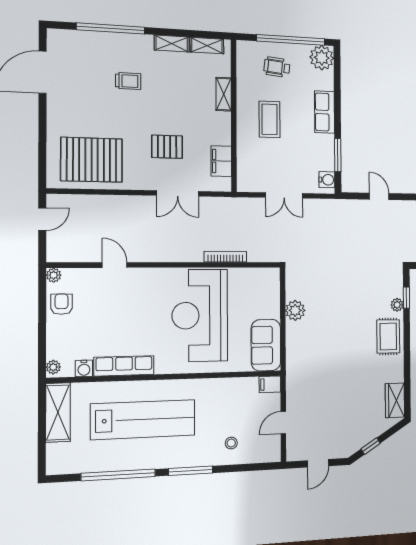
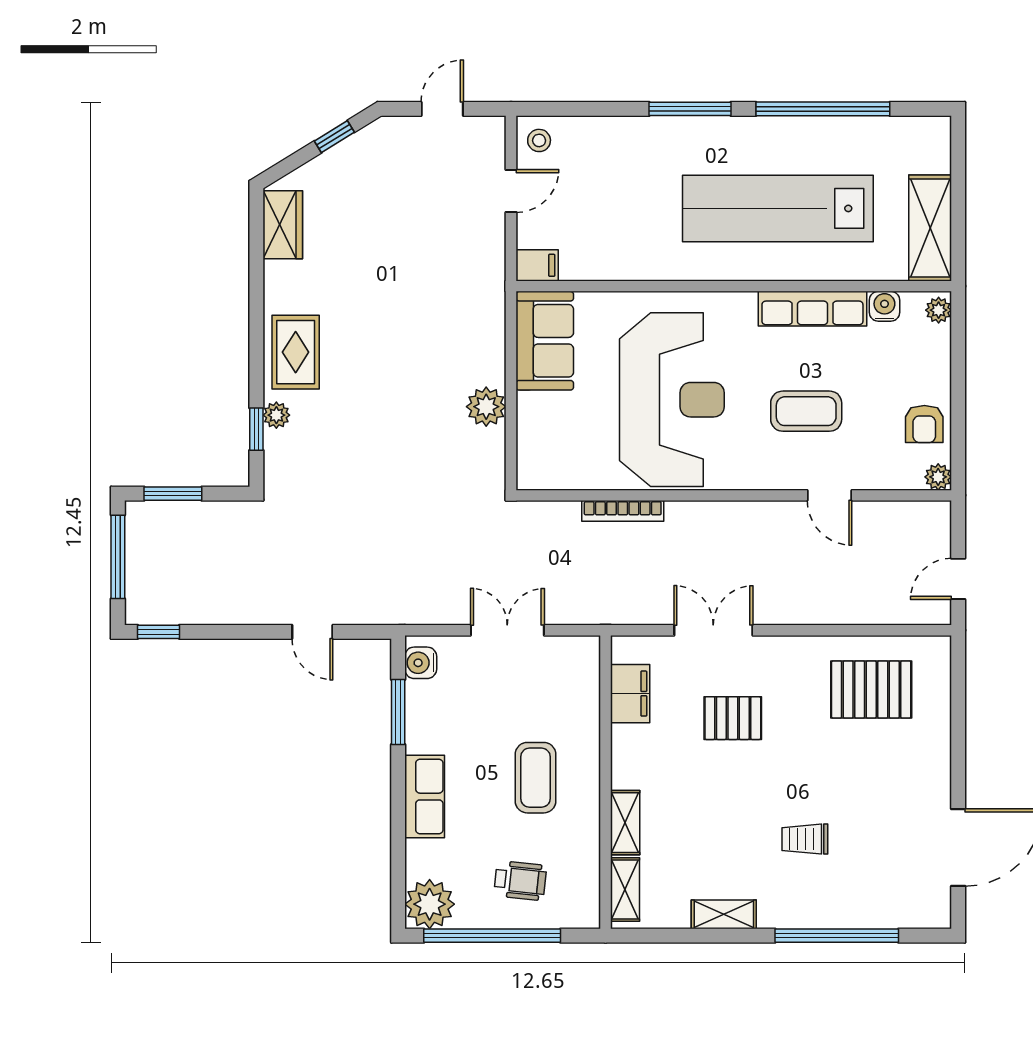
shelving: (207, 46) -> (625, 890), moved, turned 90
pallet: (92, 160) -> (871, 690), width x0.73, depth x0.71
coffee table: (128, 310) -> (806, 411), added
stool: (231, 443) -> (539, 140), moved

